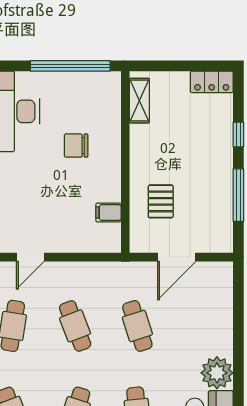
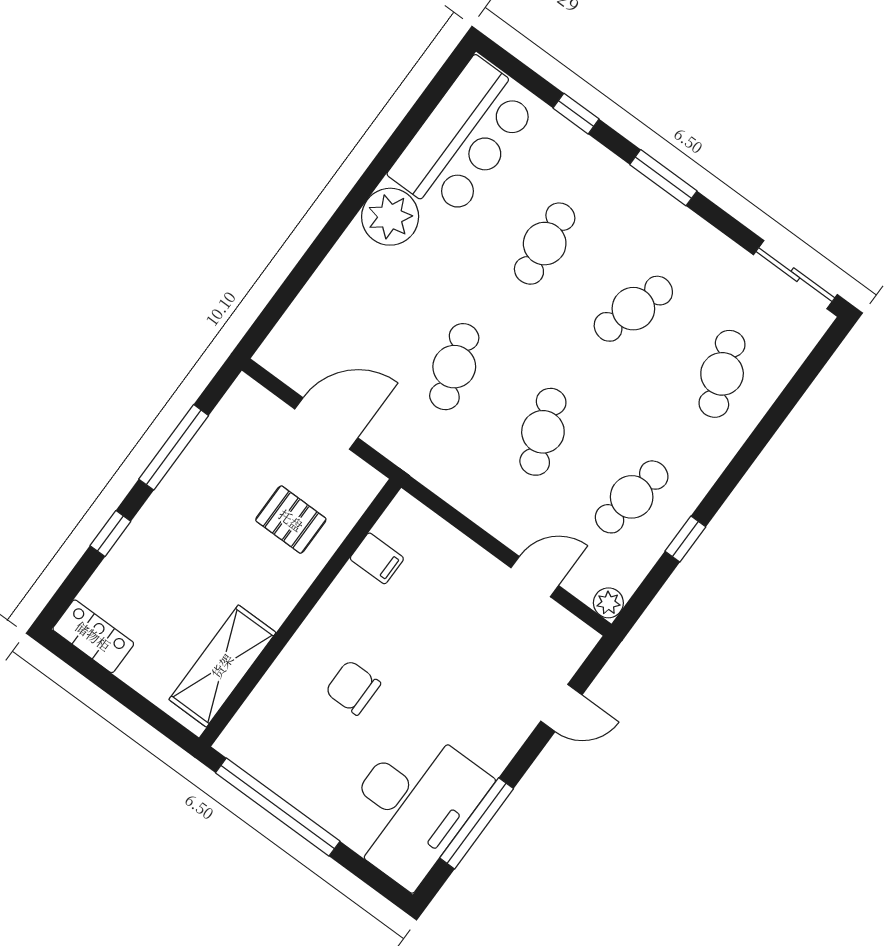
shelving: (139, 101) -> (222, 666), width x1.50, depth x1.33
chair: (76, 146) -> (353, 688), turned 180
pallet: (161, 201) -> (291, 520), turned 90

